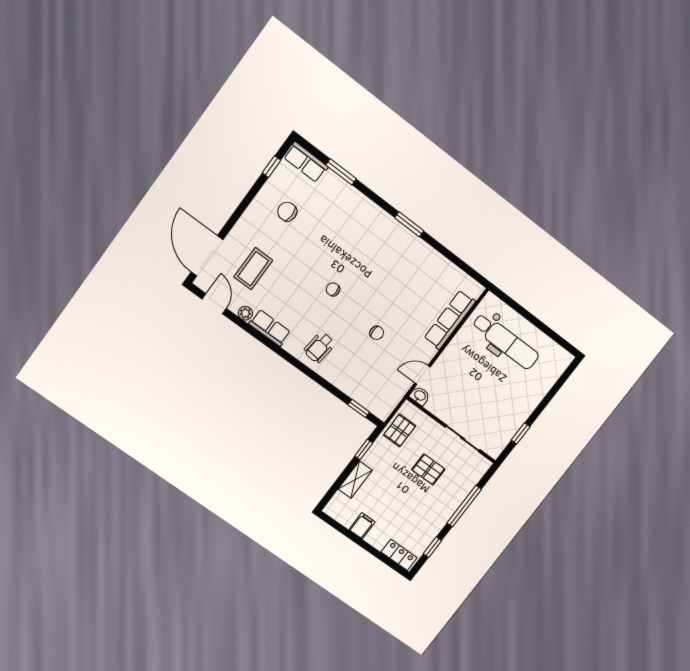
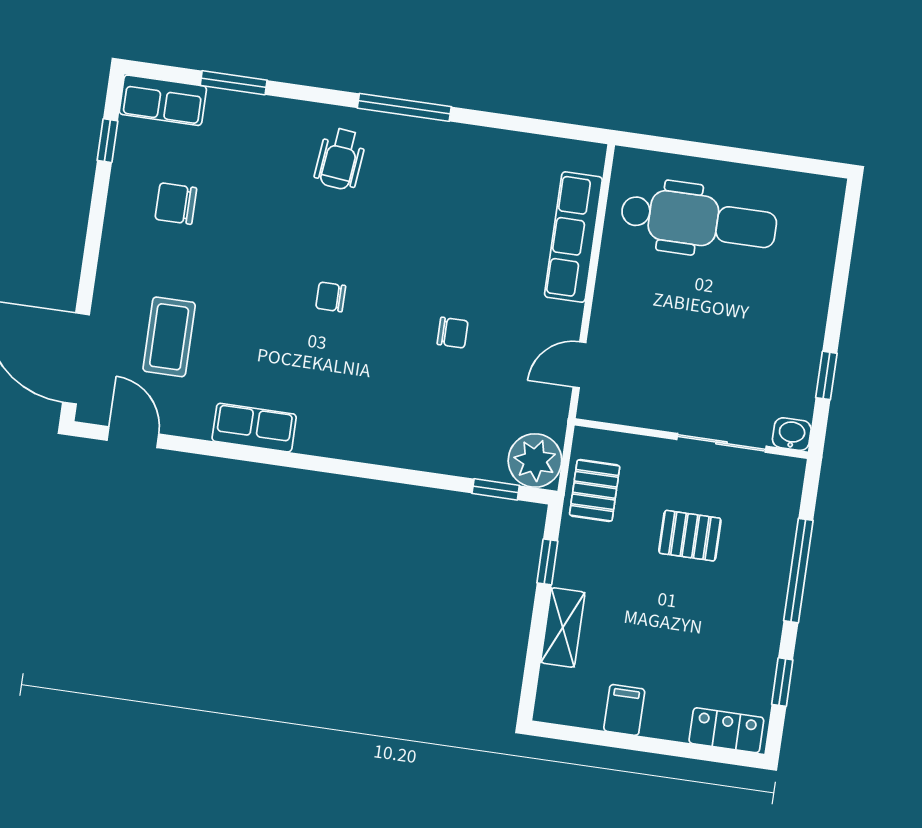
window: (409, 224) -> (404, 107), width x1.44
plant: (245, 313) -> (535, 461), moved, width x1.88, depth x1.88
wheelchair: (319, 347) -> (340, 159), moved
washbasin: (420, 396) -> (792, 434), moved

